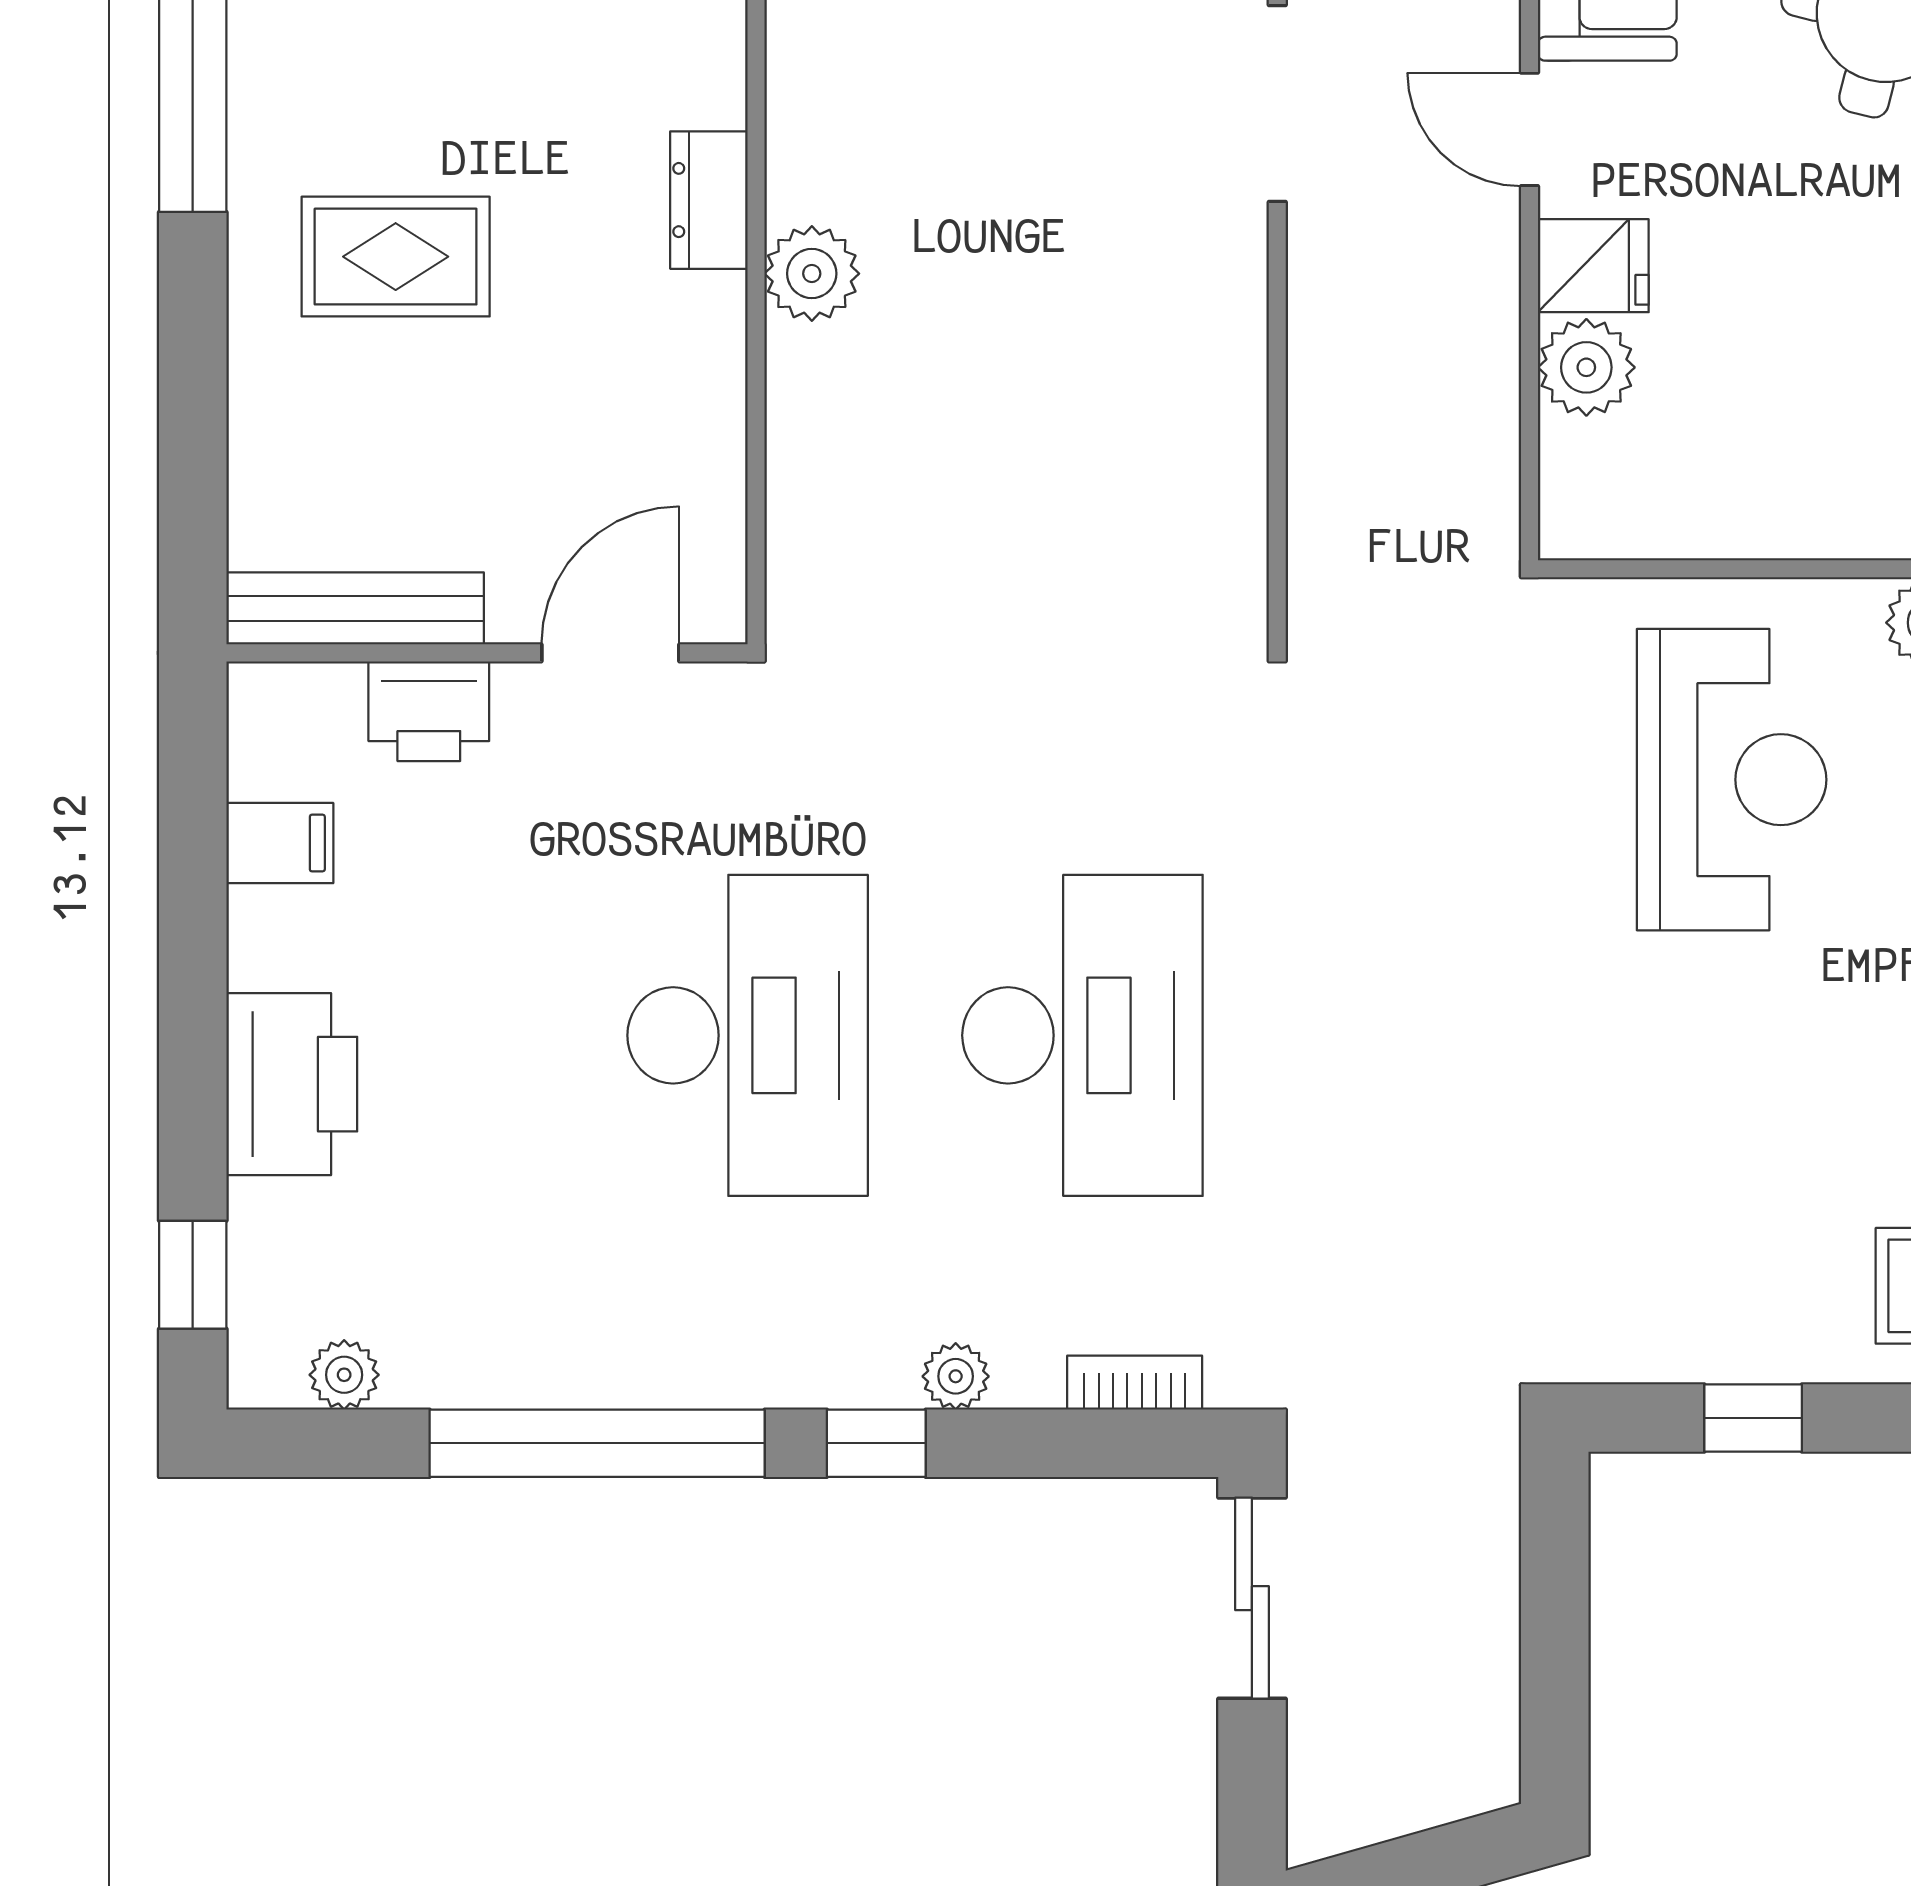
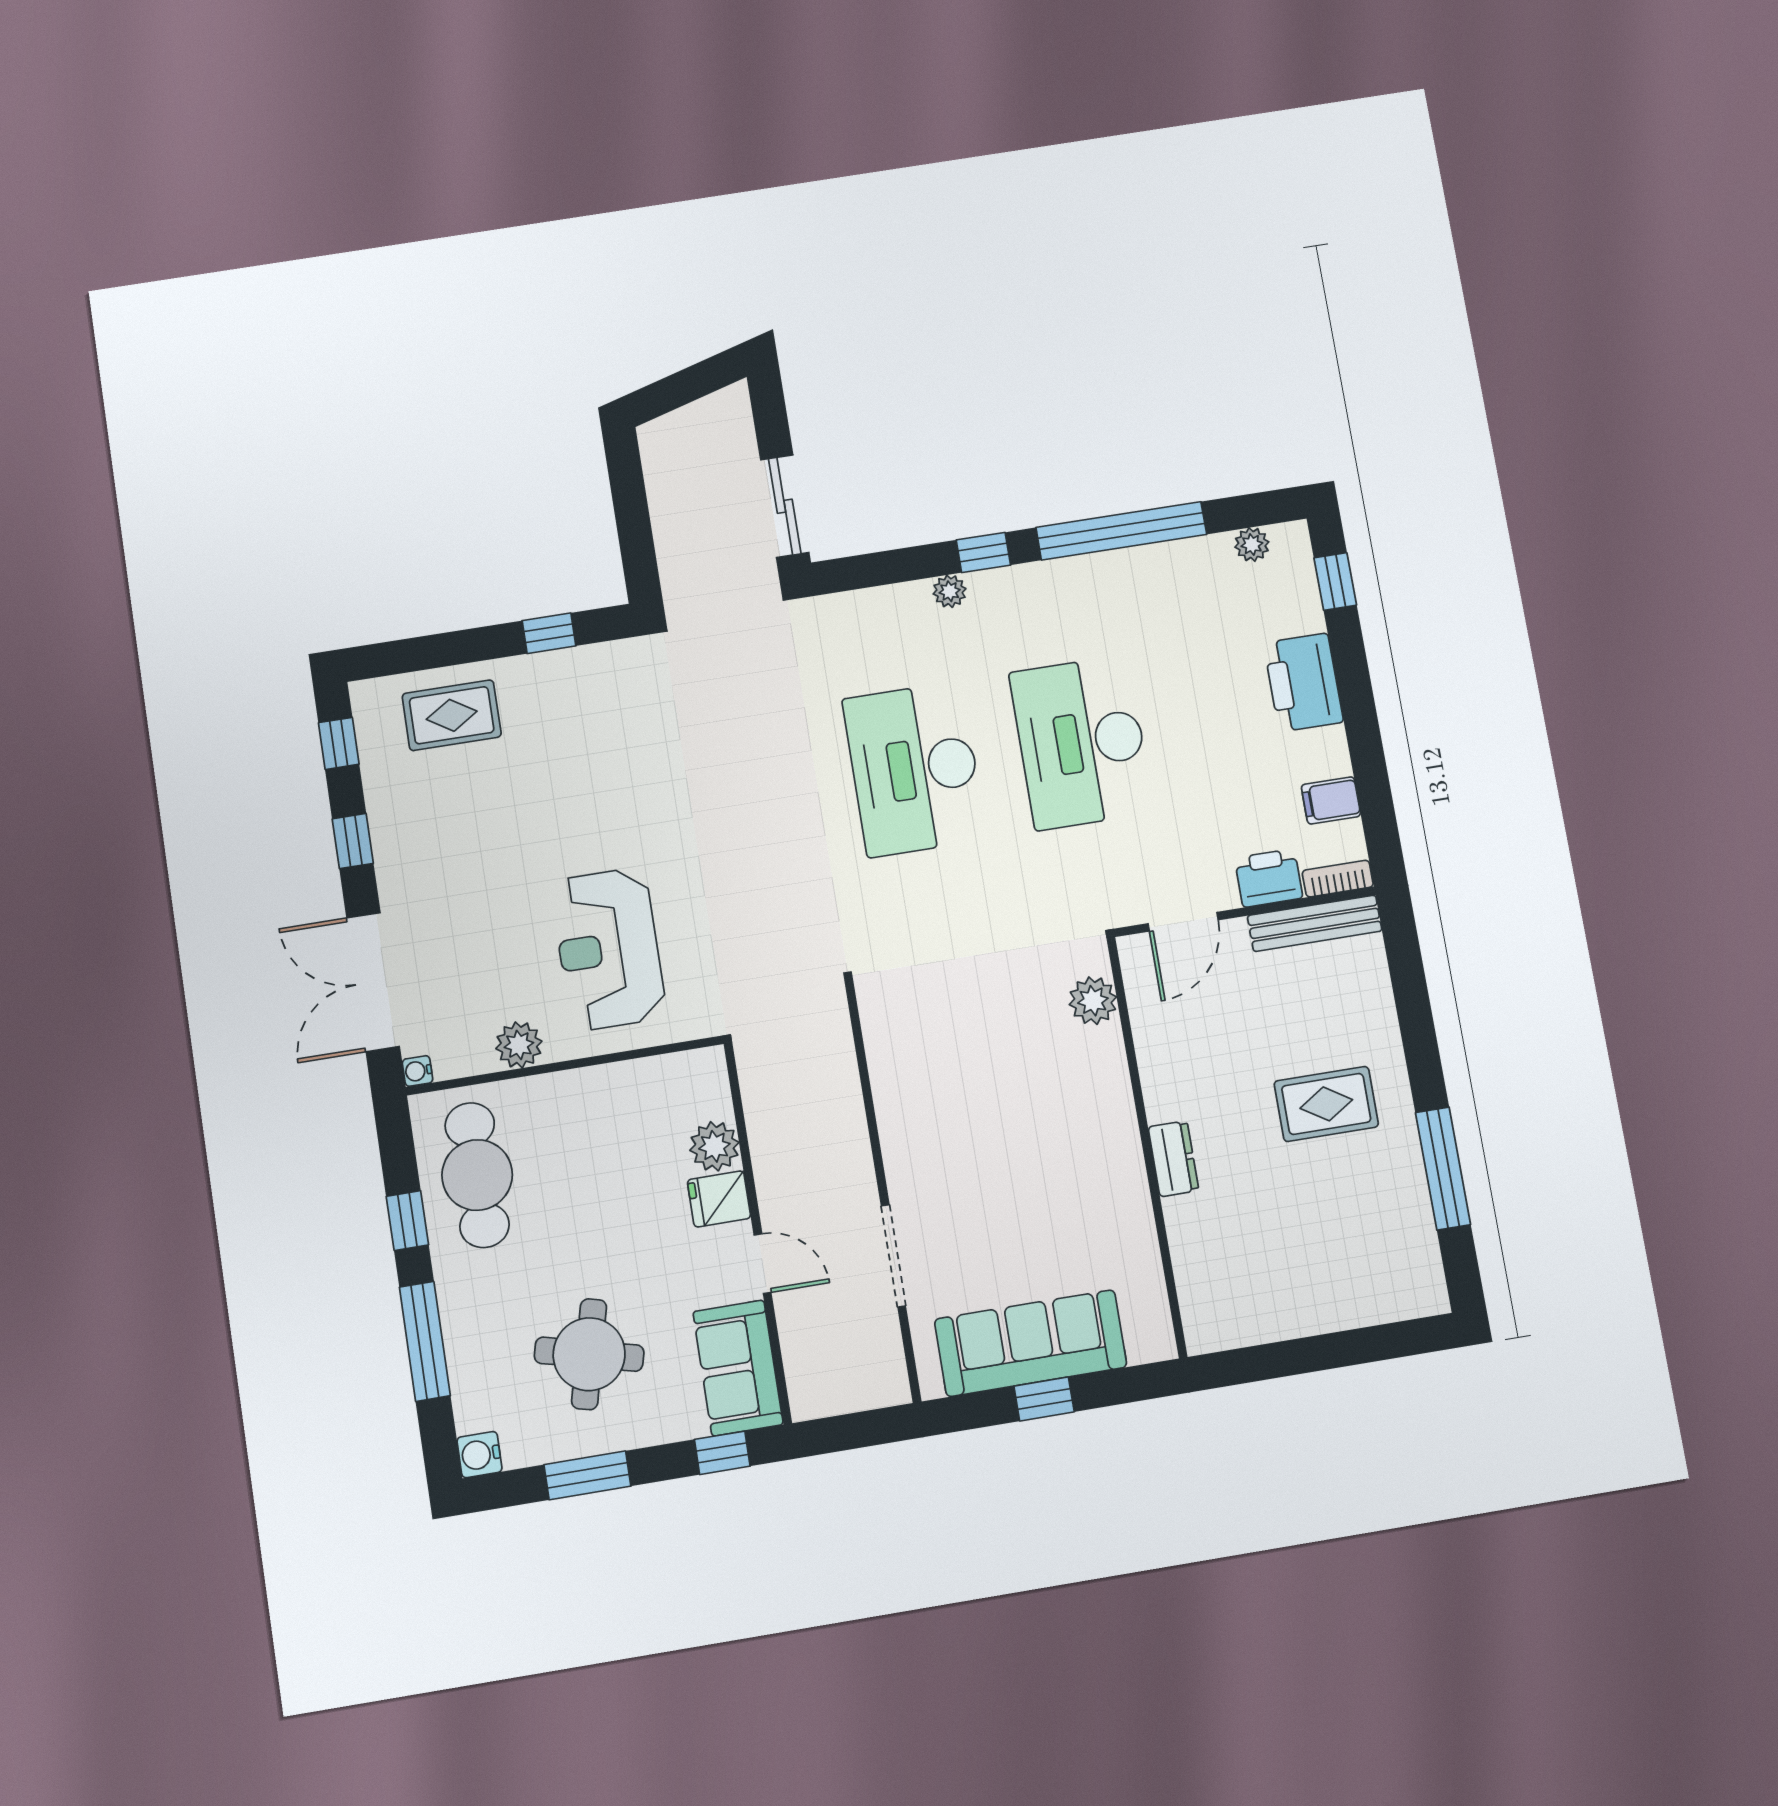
plant: (812, 274) -> (1093, 1001), moved
bookcase: (1135, 1383) -> (1338, 879), moved, turned 180

